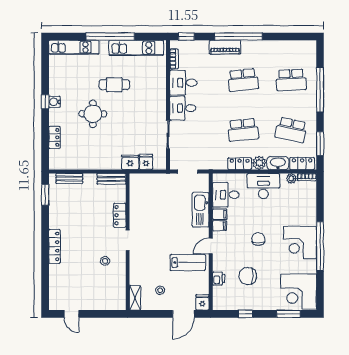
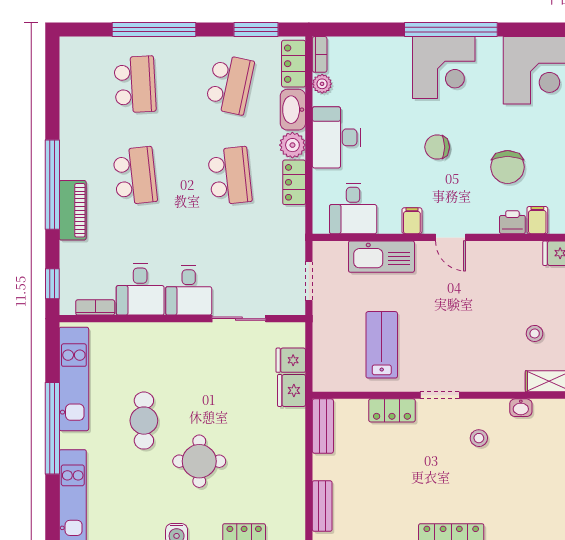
filing cabinet: (220, 214) -> (537, 220), moved
lab bench: (188, 263) -> (382, 345), moved
washbasin: (121, 283) -> (521, 408), added

